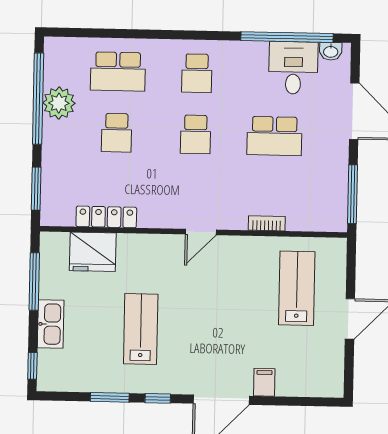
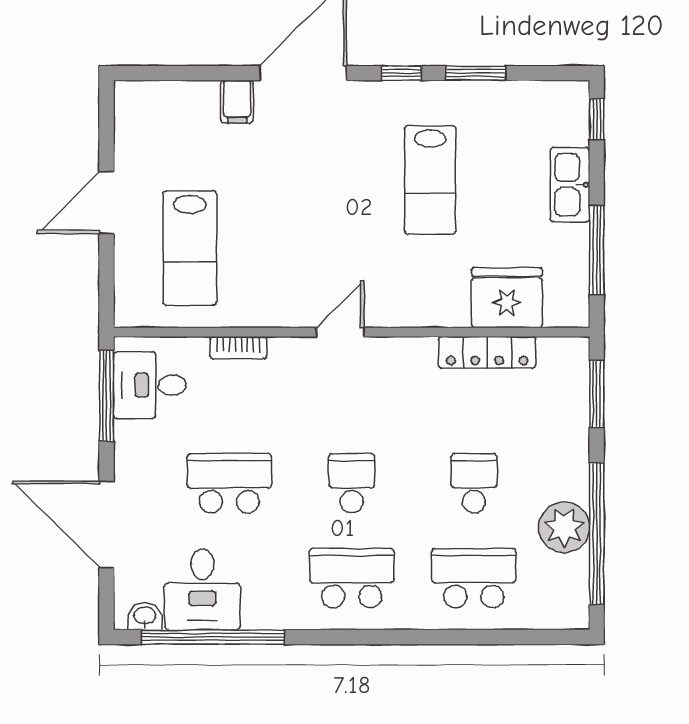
school desk: (197, 73) -> (352, 578), width x1.85
desk: (324, 200) -> (150, 385), added

